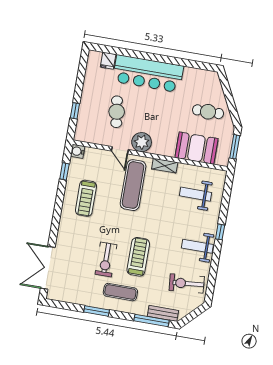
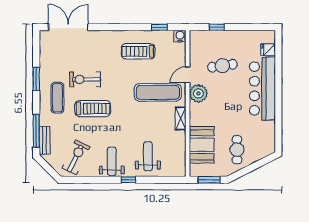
weight bench: (196, 194) -> (148, 156), moved
exercise bike: (187, 283) -> (76, 157), turned 31

